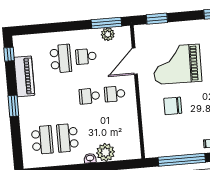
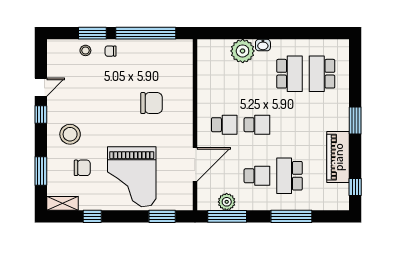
window: (57, 27) -> (291, 216), added
grand piano: (177, 64) -> (132, 177), moved, turned 89

